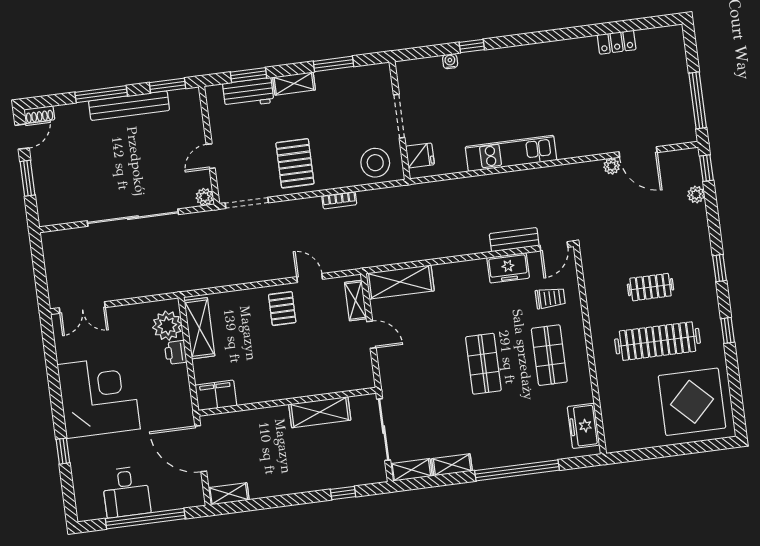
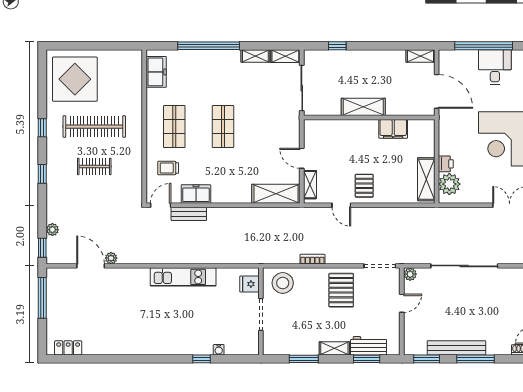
locker: (617, 42) -> (68, 348), moved
filing cabinet: (216, 395) -> (393, 129), moved
shelving: (320, 412) -> (363, 107), moved

